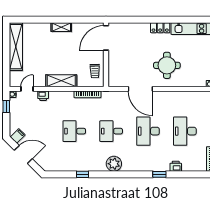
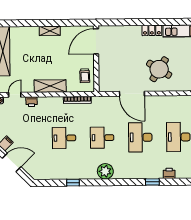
round table: (167, 65) -> (159, 69), turned 32

